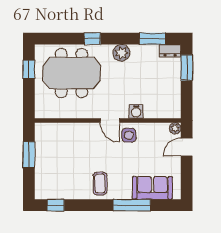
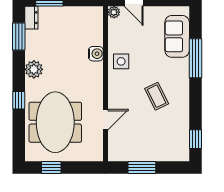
door: (110, 120) -> (106, 120), moved
coffee table: (100, 184) -> (157, 96), moved, turned 64

